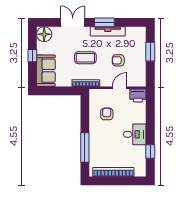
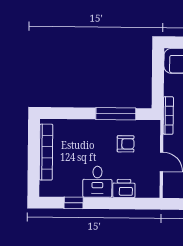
printer: (138, 95) -> (124, 188), moved, turned 90
window: (85, 148) -> (116, 114), moved

